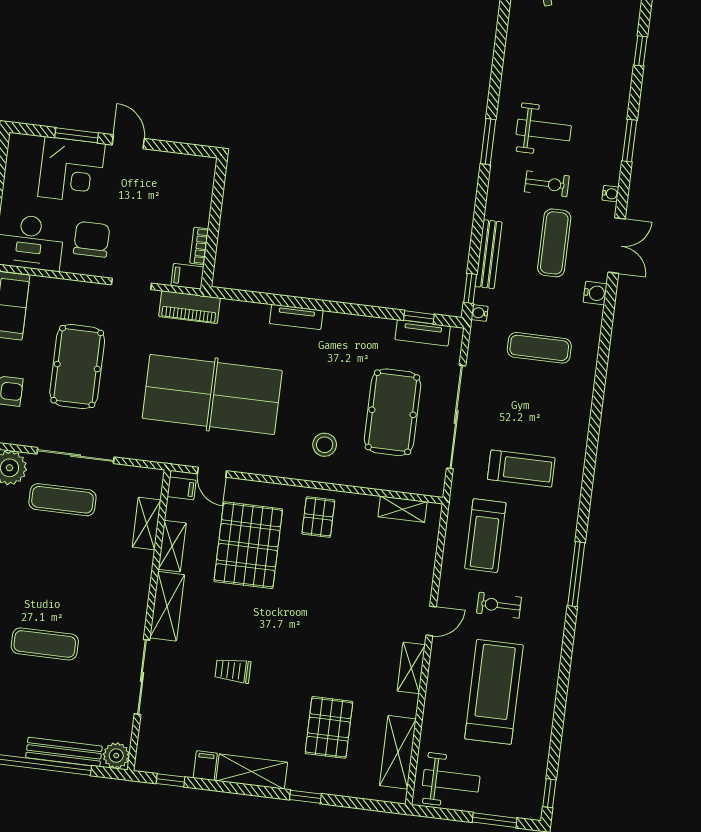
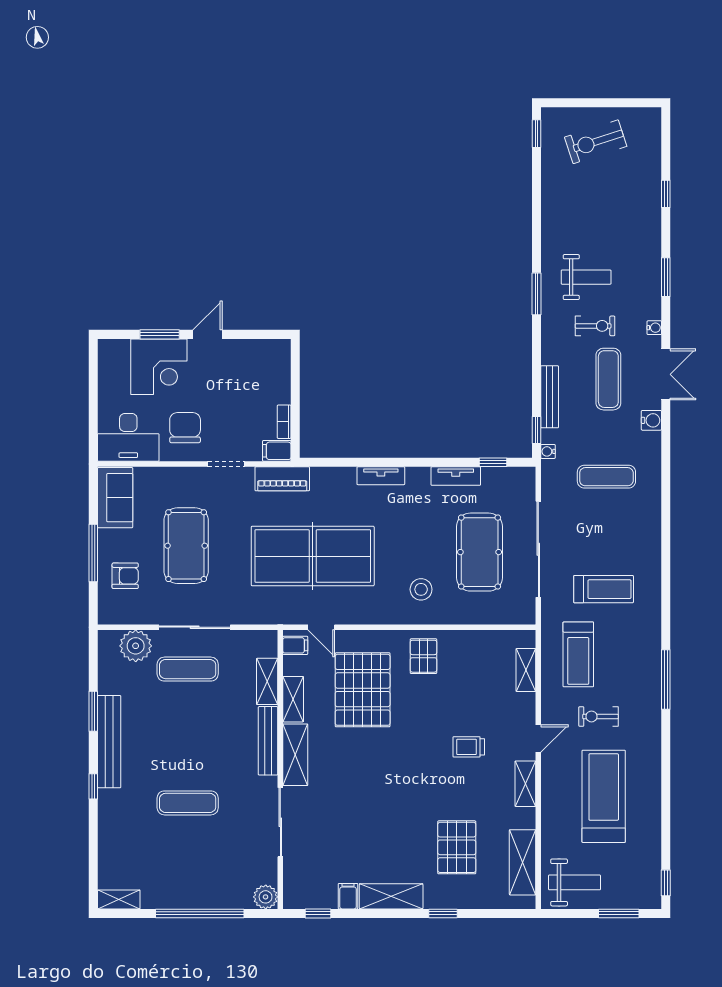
door: (128, 142) -> (208, 334), hinge flipped
tv unit: (423, 333) -> (456, 476), moved
shelving: (403, 509) -> (526, 670), moved, turned 90
trolley: (233, 671) -> (469, 747), moved
bench: (64, 752) -> (268, 741), moved, turned 90

